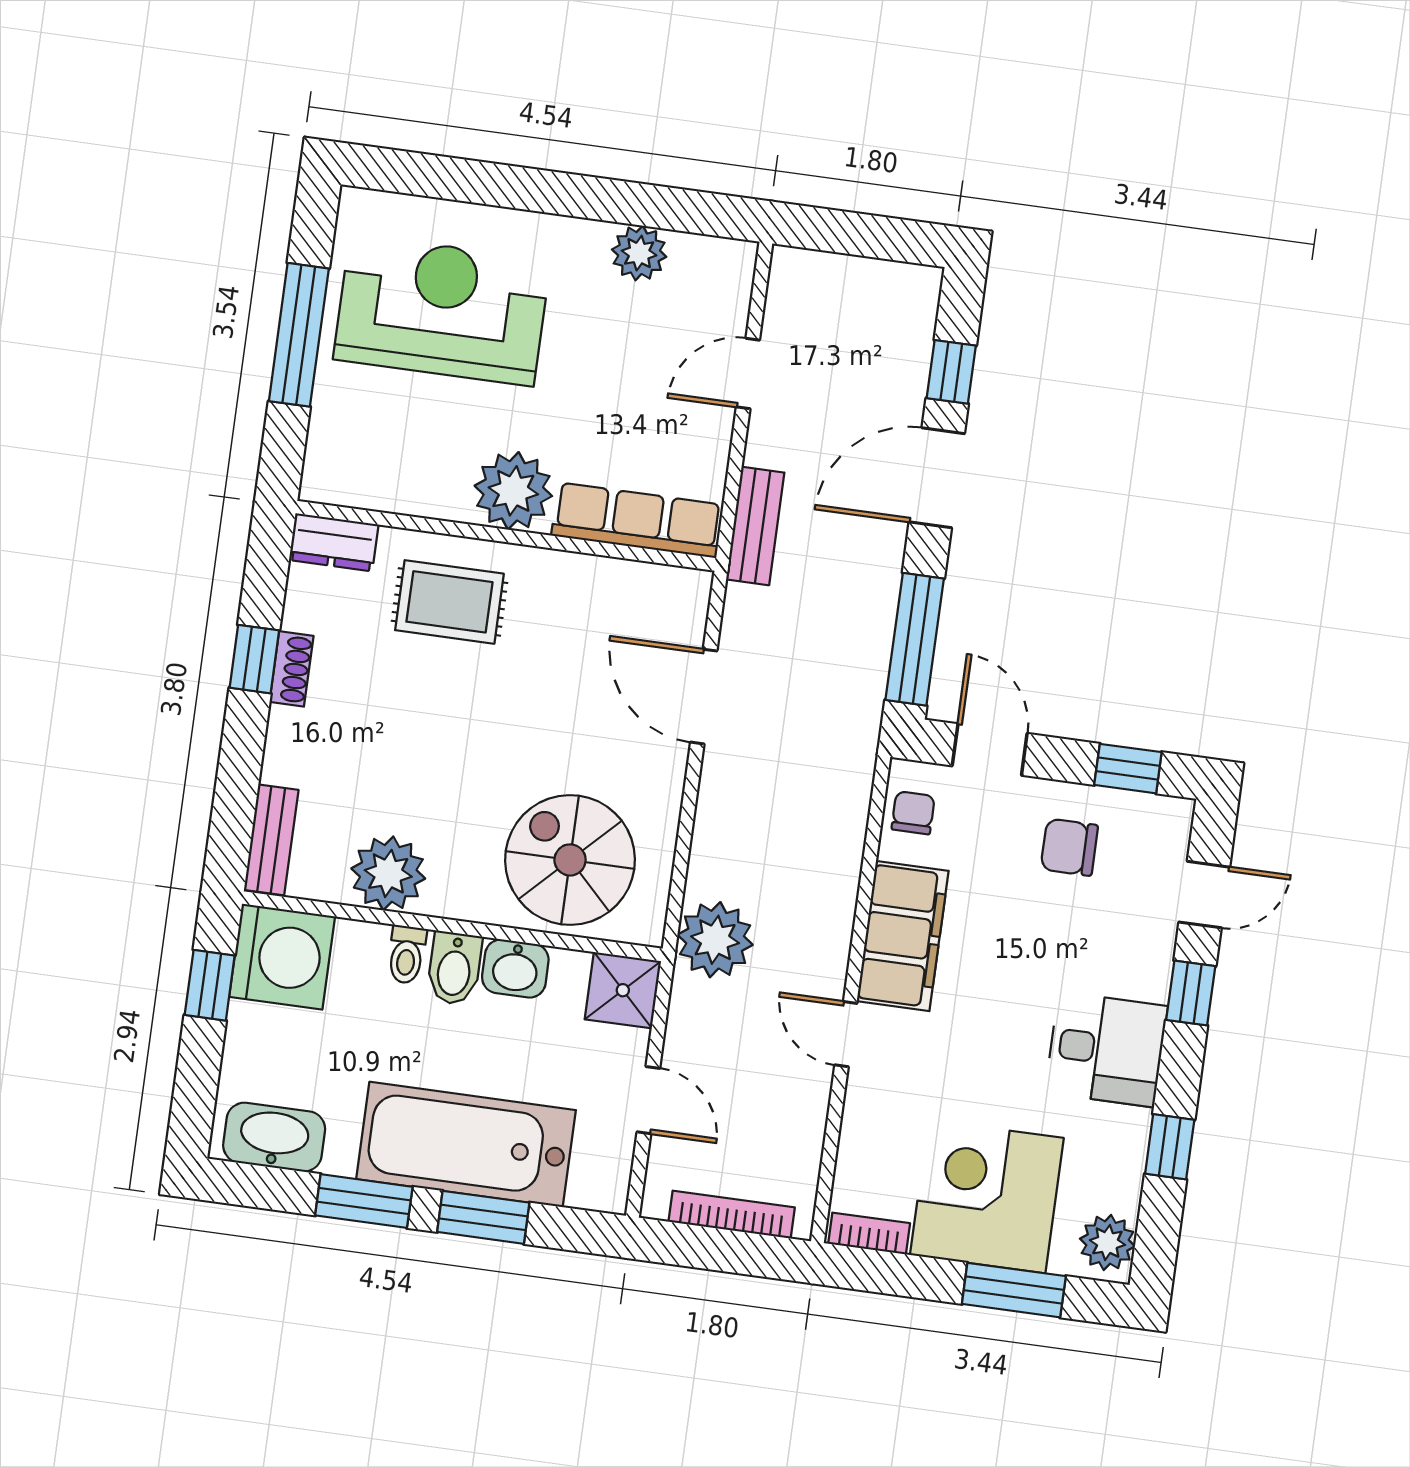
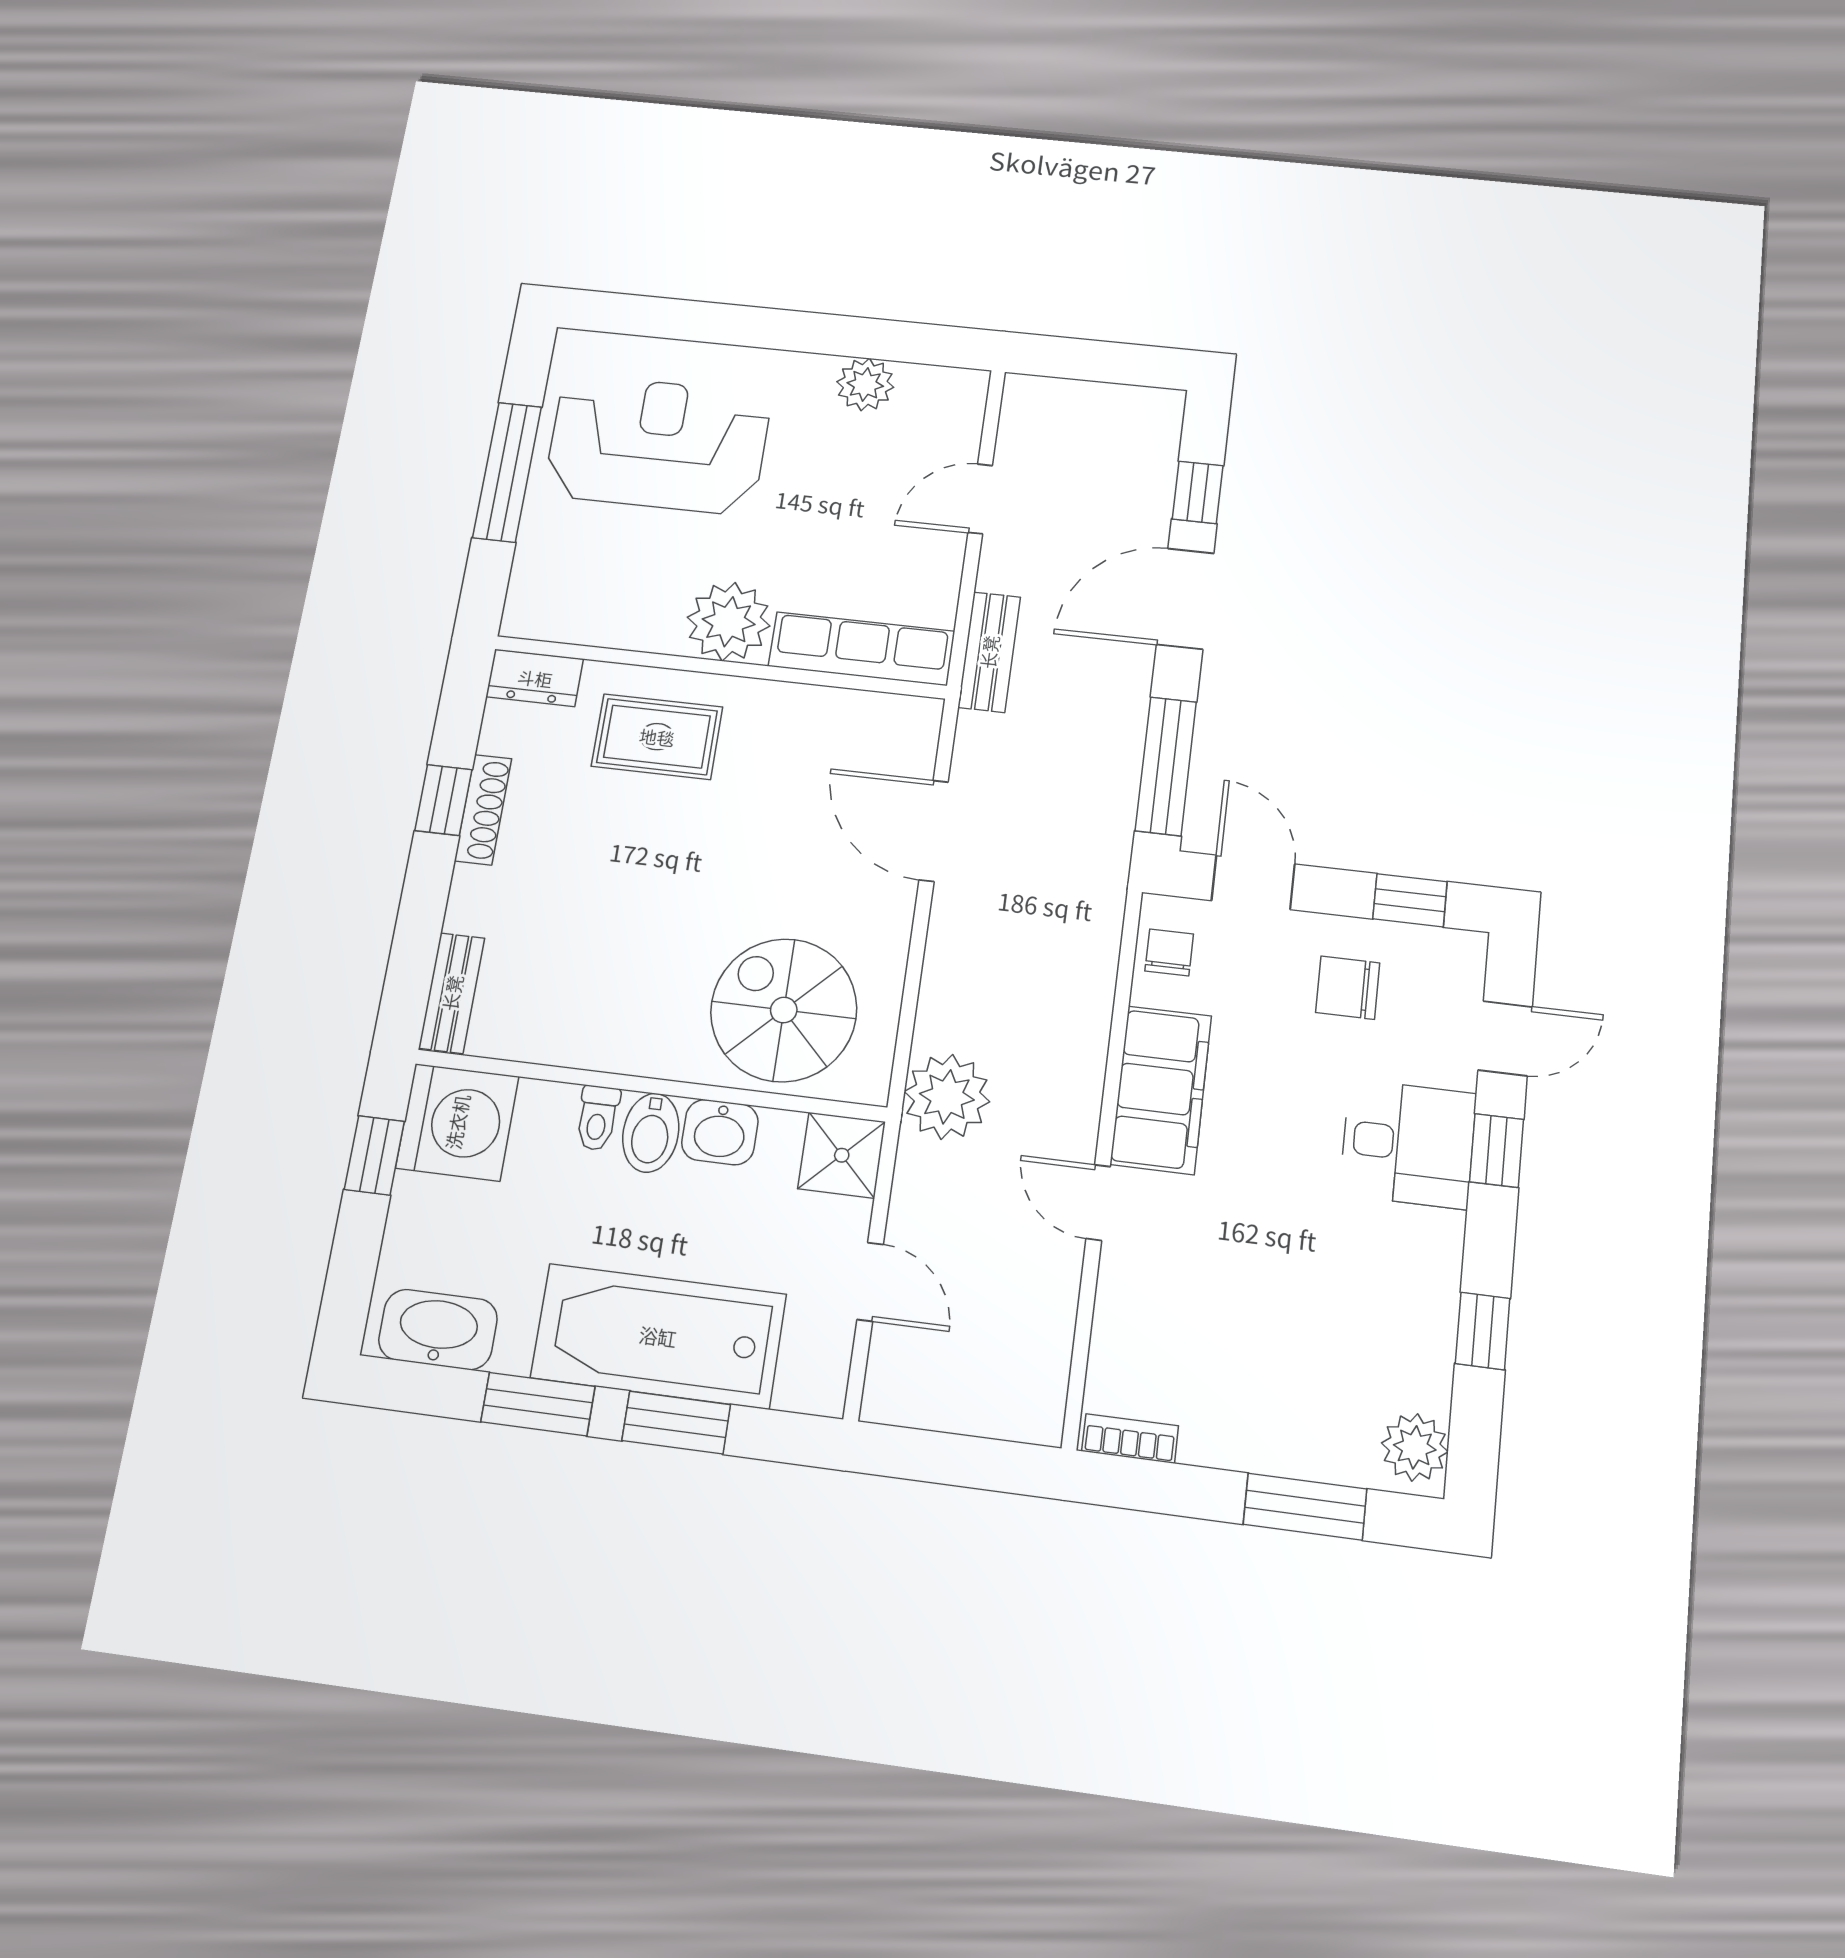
shoe rack: (292, 669) -> (483, 810), width x1.43
plant: (388, 873) -> (580, 1028), removed
desk: (1106, 1049) -> (1408, 1144), moved
corner desk: (987, 1196) -> (1268, 1393), removed
bookcase: (732, 1215) -> (967, 1417), removed

